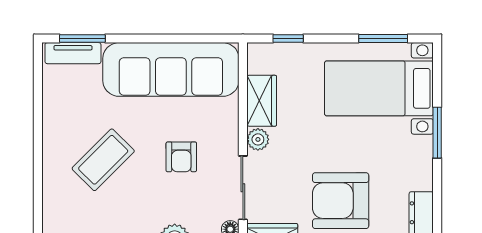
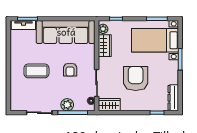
plant: (258, 139) -> (103, 29), moved
coffee table: (103, 160) -> (36, 71), turned 45
armchair: (341, 201) -> (136, 79), moved, turned 90

